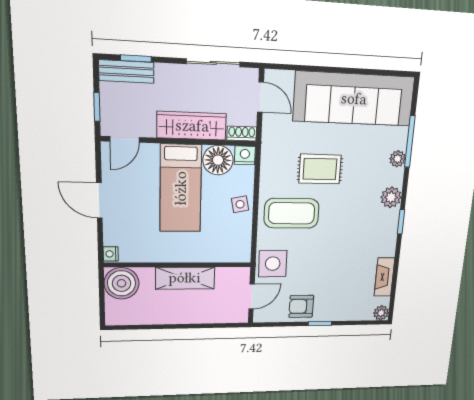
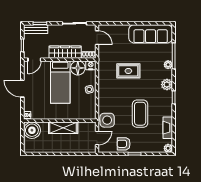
sofa: (354, 99) -> (151, 34), width x0.74, depth x0.79
coffee table: (292, 213) -> (140, 114), moved, turned 90

